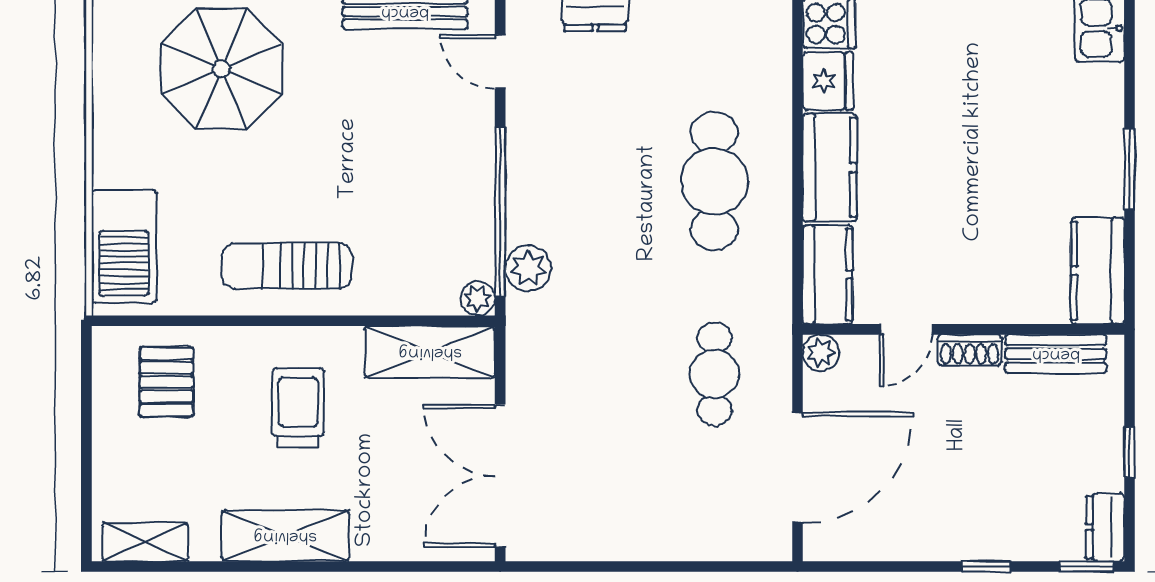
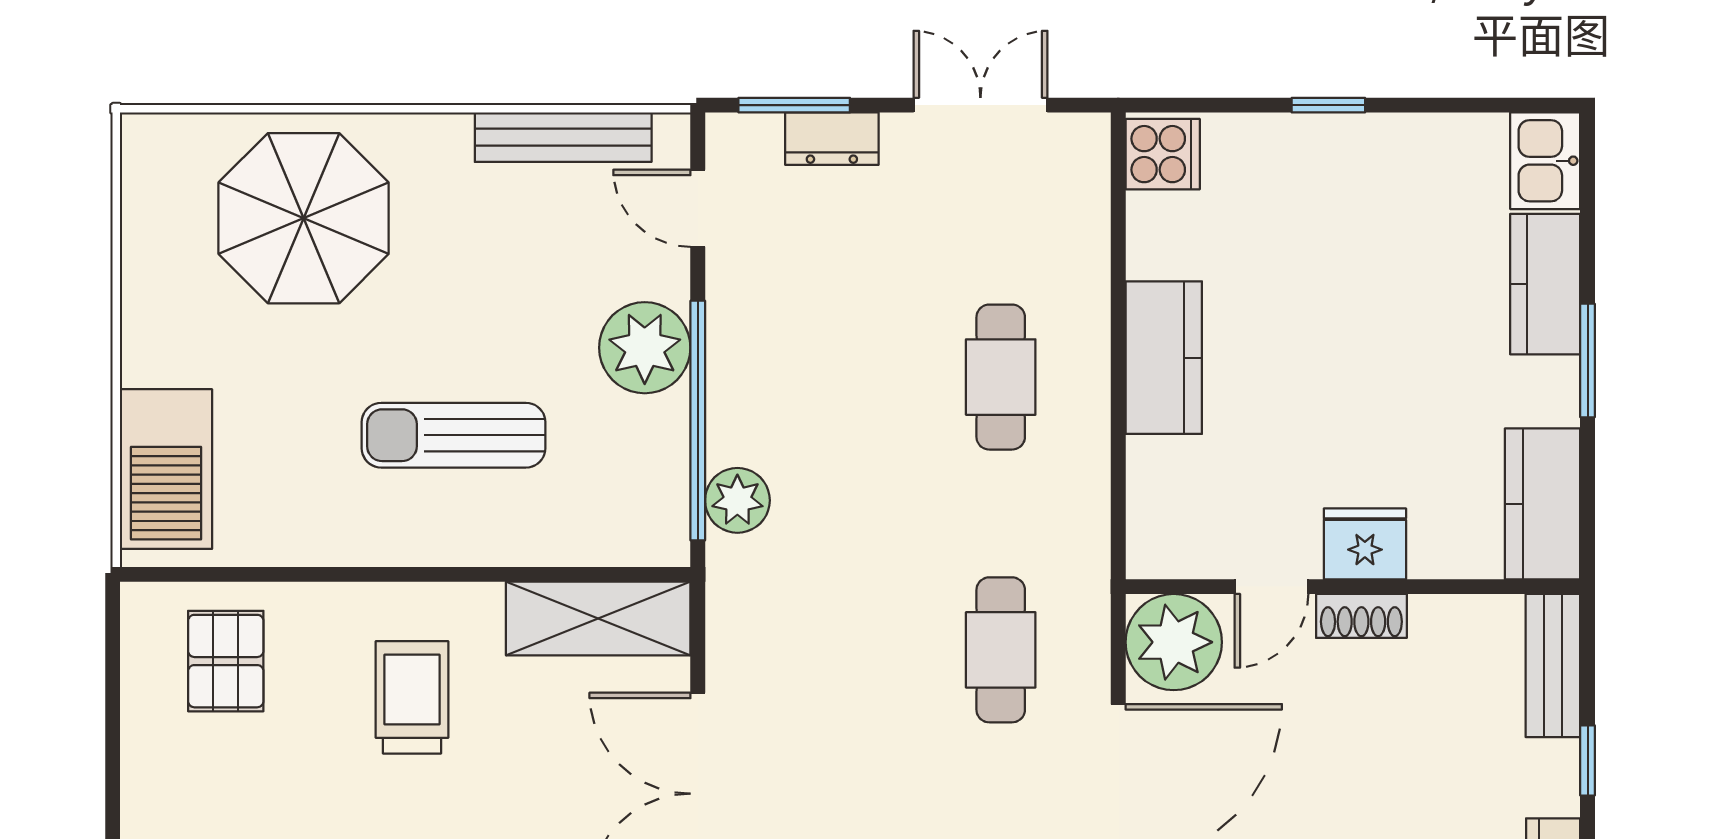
fridge: (828, 81) -> (1365, 544), moved, turned -90
cafe table: (714, 181) -> (1001, 377), width x0.73, depth x0.74
sun lounger: (287, 266) -> (454, 435), moved
kitchen counter: (828, 275) -> (1545, 284), moved, turned 180
plant: (478, 298) -> (645, 348), moved, width x1.87, depth x1.87
plant: (821, 353) -> (1174, 642), width x1.88, depth x1.88
bench: (1056, 354) -> (1553, 665), moved, turned 90

